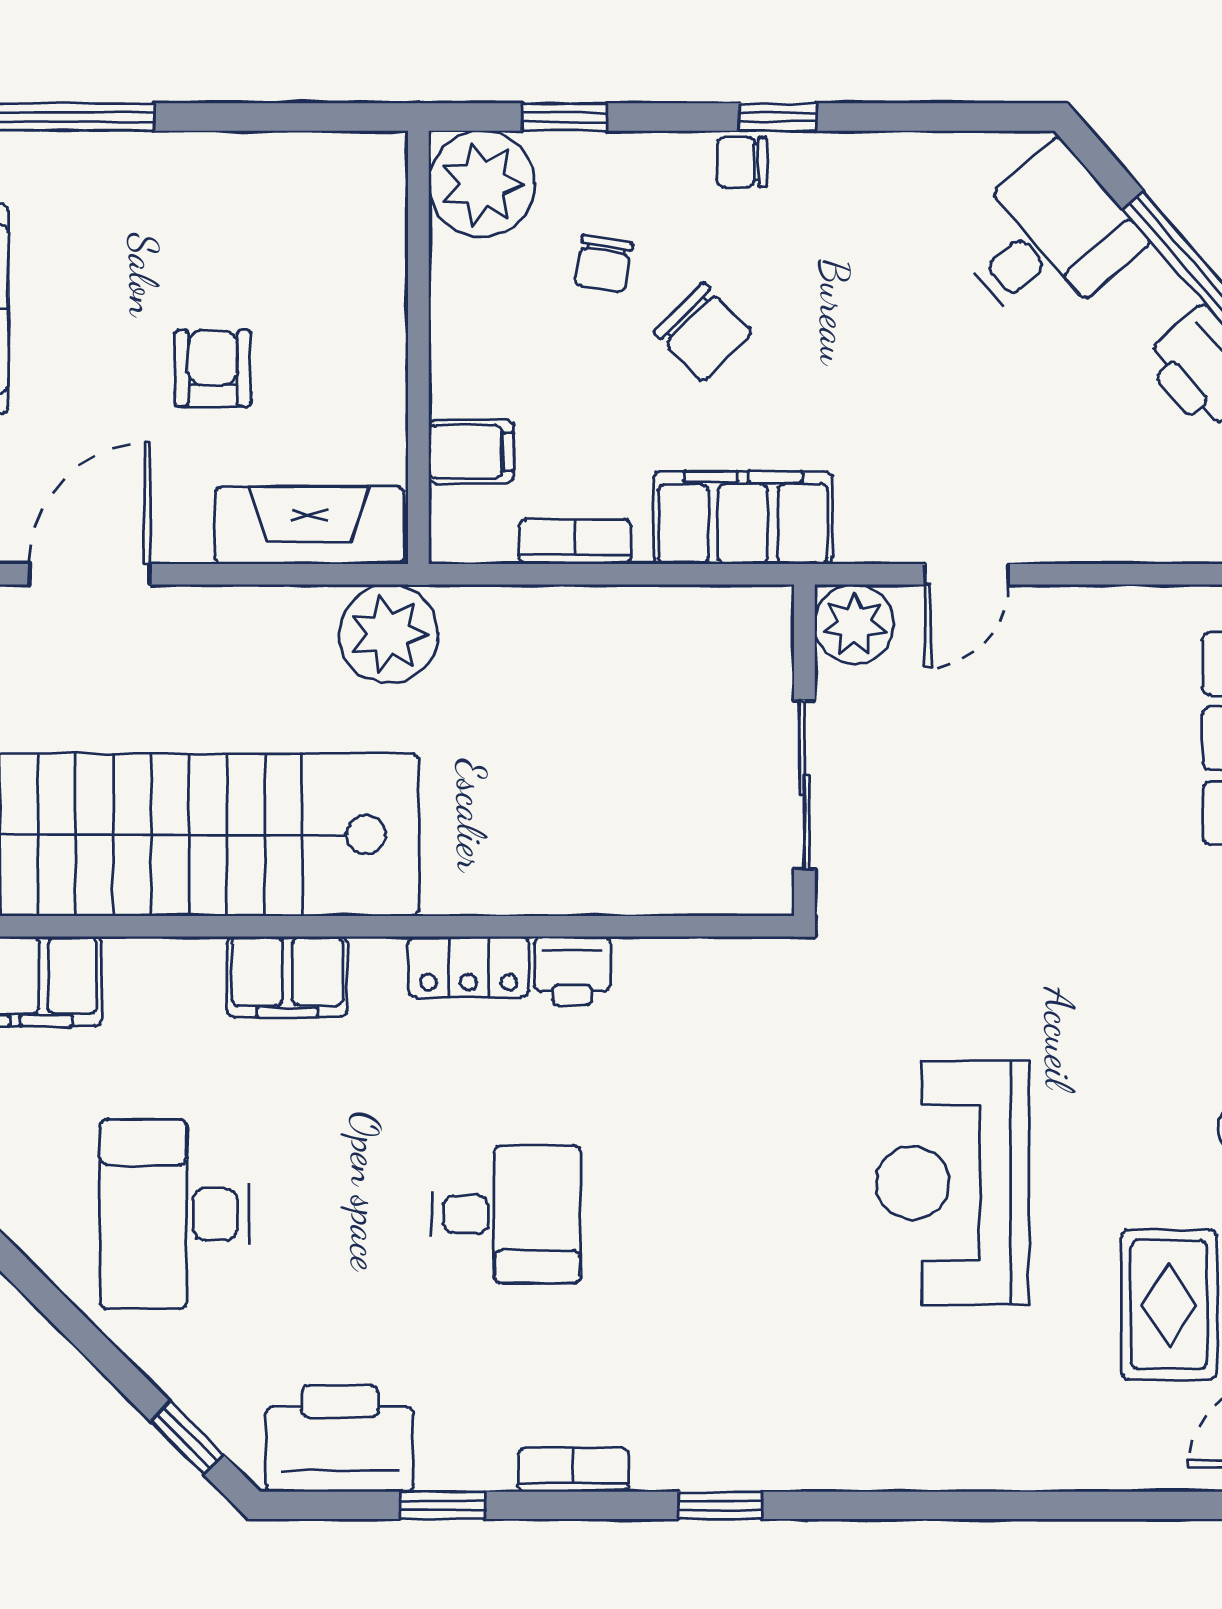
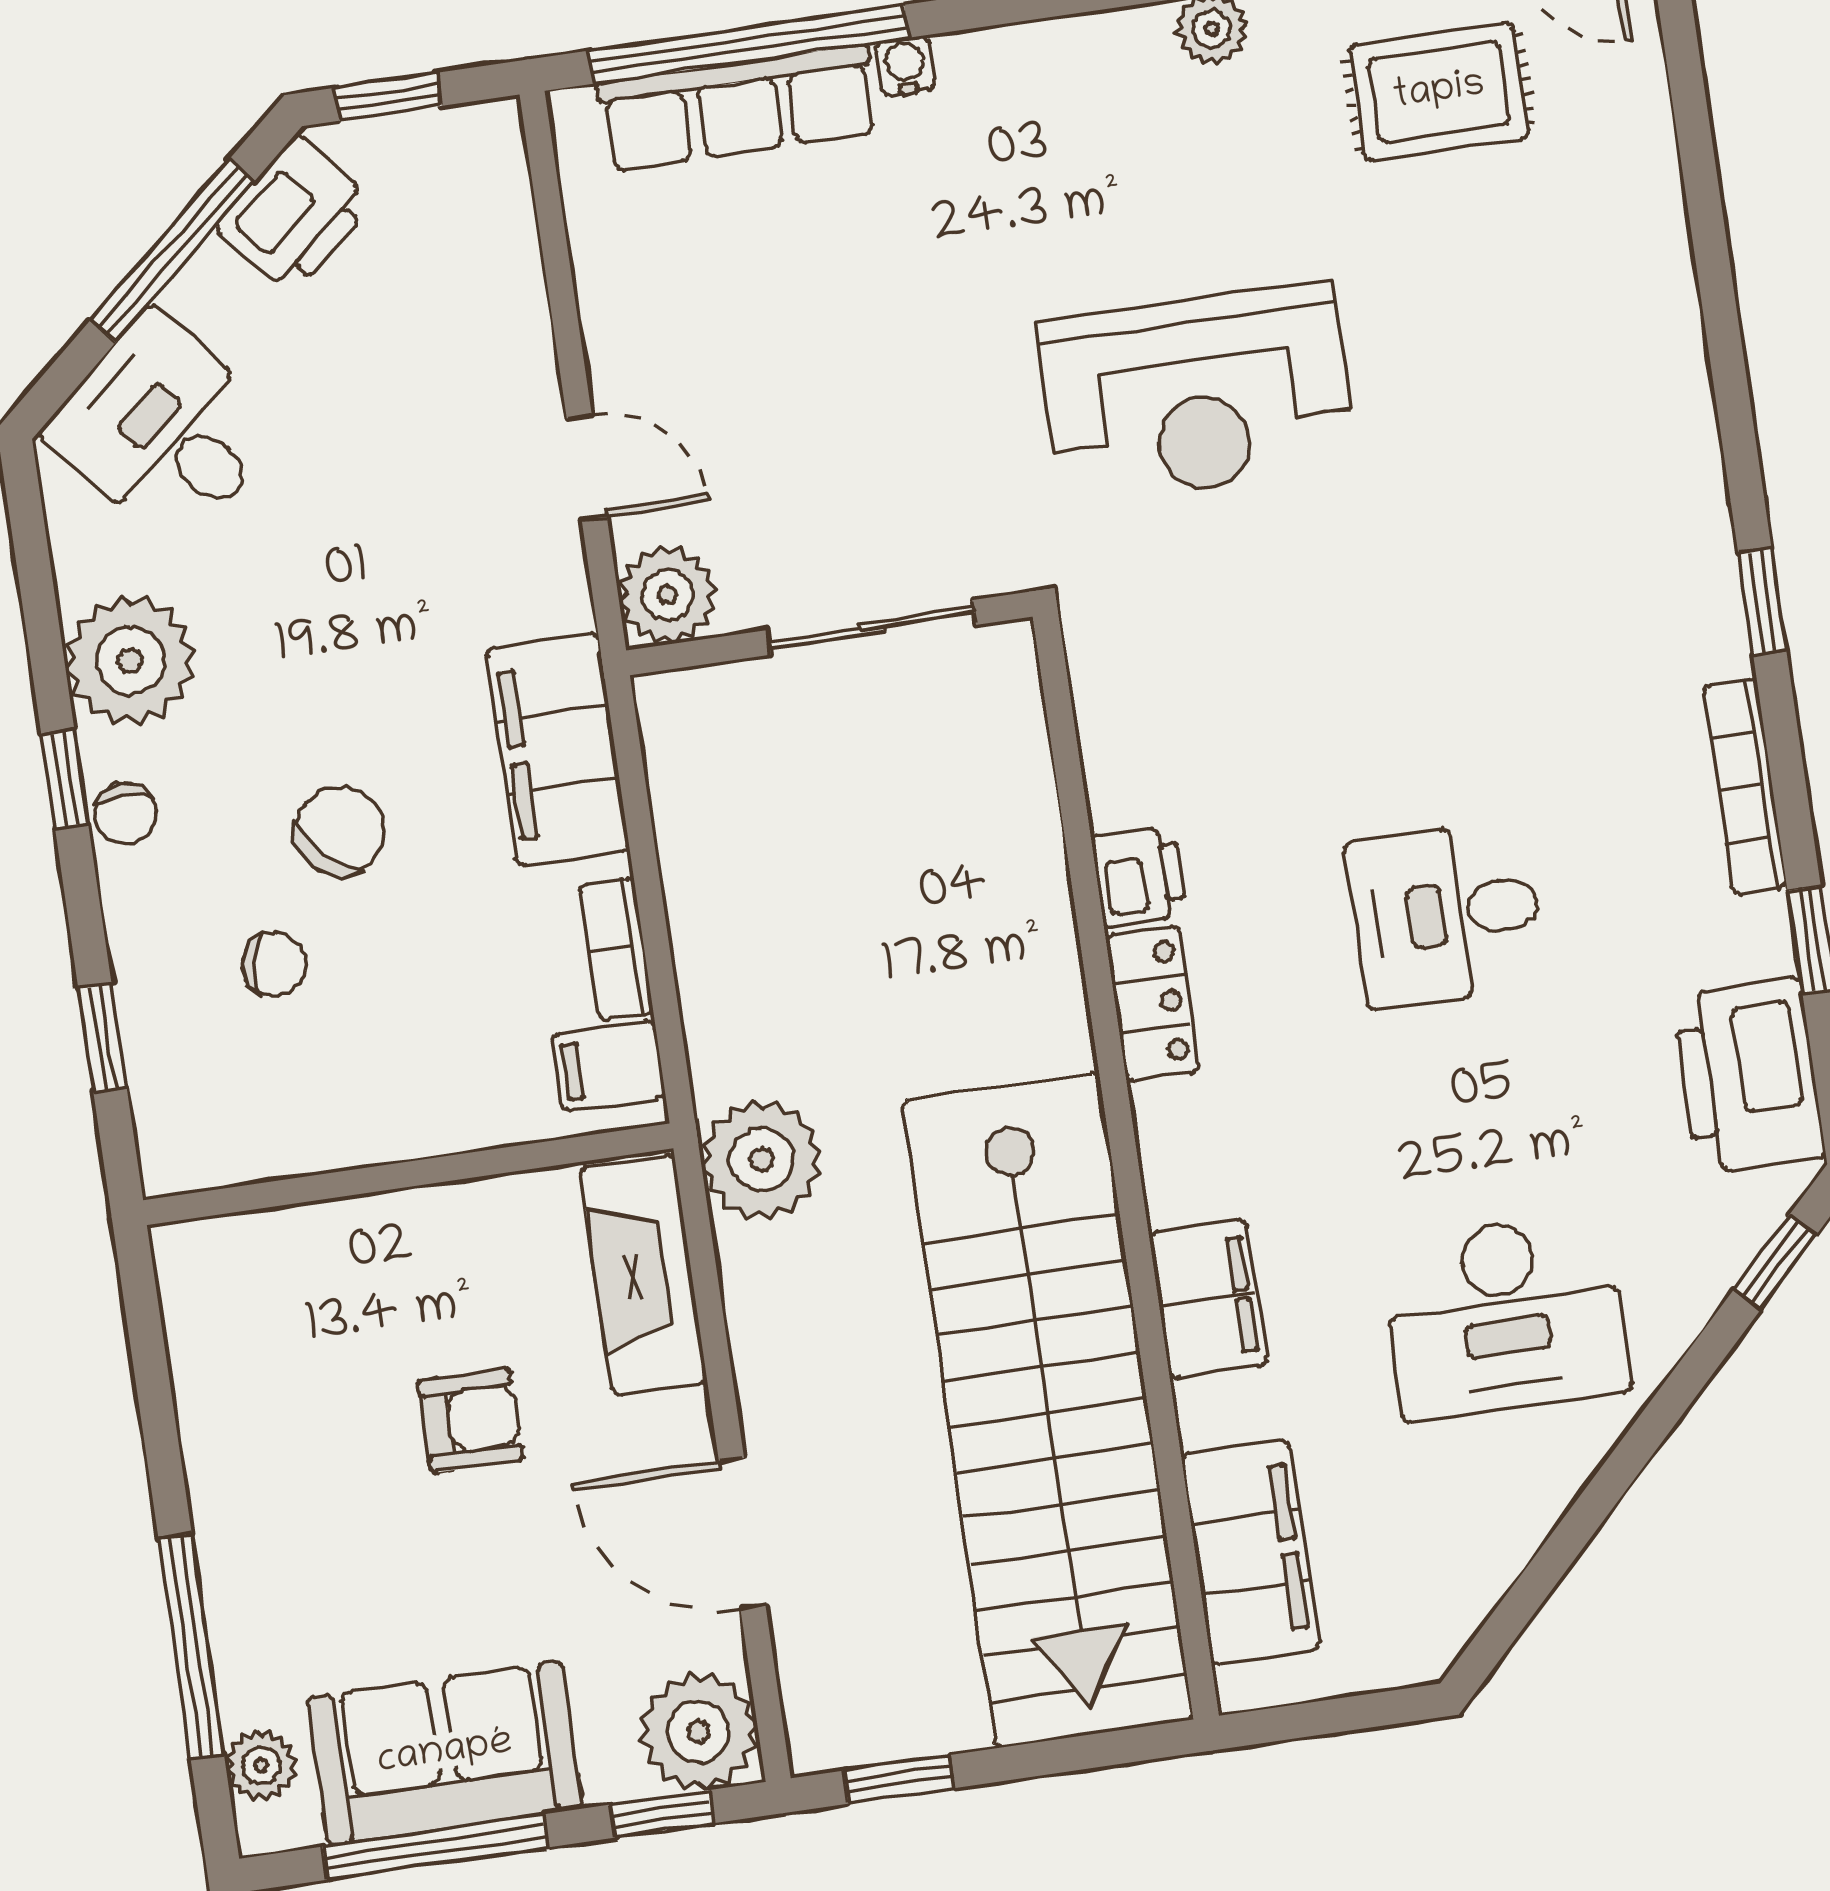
plant: (482, 184) -> (130, 661), moved
armchair: (213, 368) -> (470, 1420), turned 180
filing cabinet: (471, 452) -> (609, 1066), moved, turned -90
filing cabinet: (287, 977) -> (1208, 1299), moved
reception desk: (952, 1183) -> (1197, 394), moved
desk: (506, 1214) -> (1446, 914), turned -90
bookcase: (573, 1470) -> (1745, 787), width x1.56

